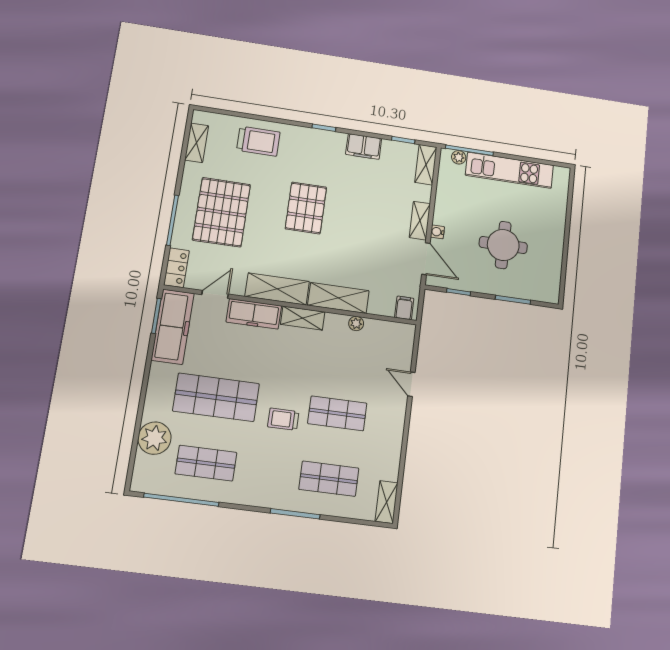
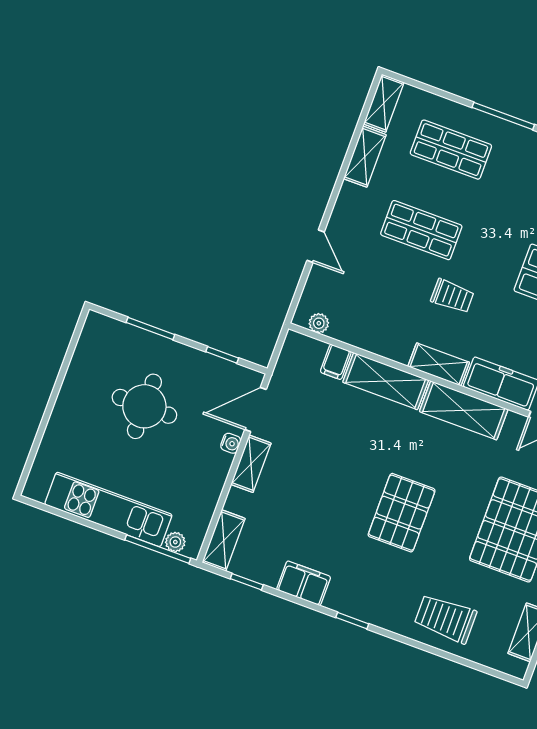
door: (426, 259) -> (256, 409), hinge flipped
filing cabinet: (404, 308) -> (336, 362), moved
plant: (356, 323) -> (319, 323), moved
trolley: (283, 419) -> (452, 296), moved
shelving: (391, 458) -> (365, 157), added

